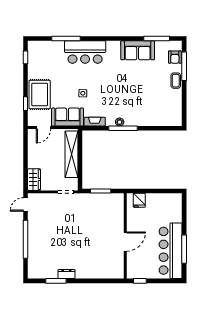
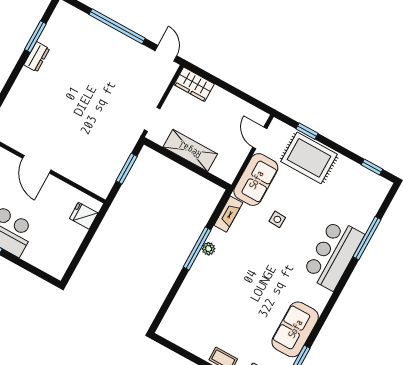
shelving: (71, 154) -> (190, 150), width x0.68

